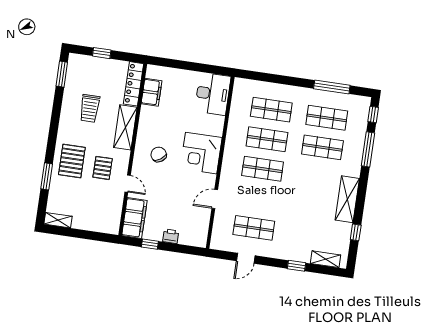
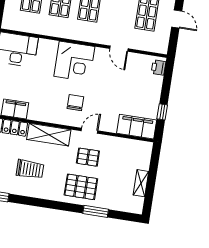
chair: (159, 154) -> (75, 103), turned 124
door: (128, 184) -> (90, 131), moved
shelving: (58, 220) -> (141, 183), moved
printer: (171, 236) -> (159, 67), moved

